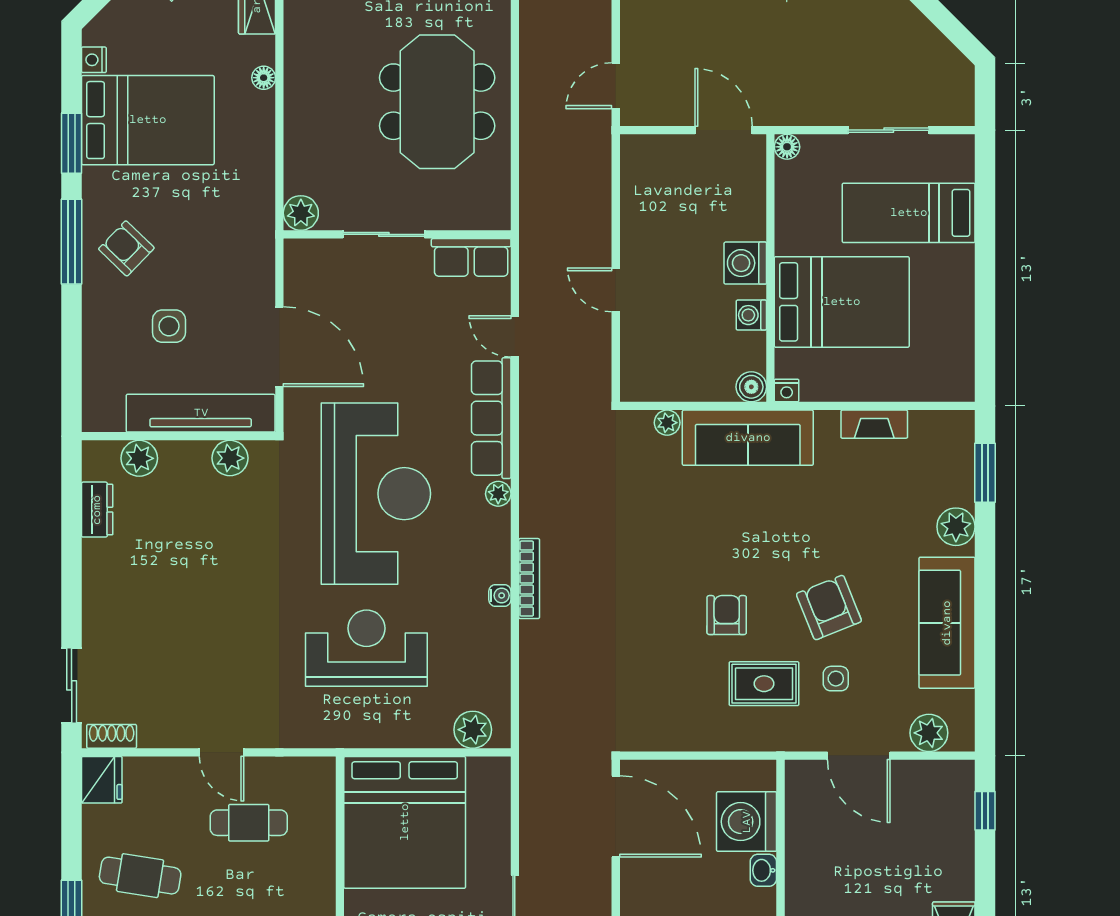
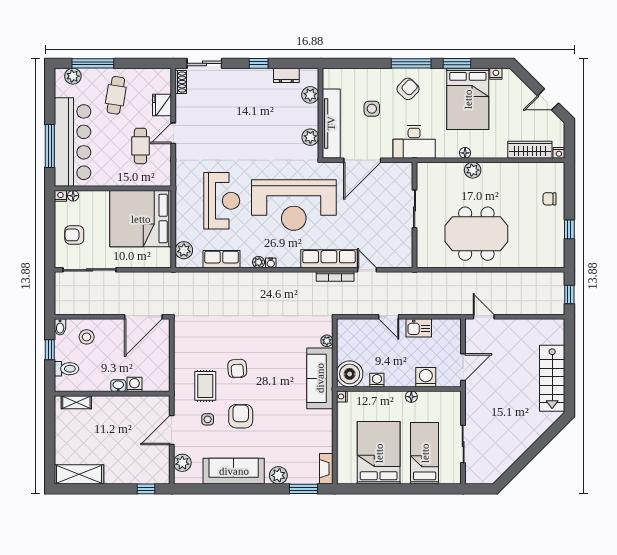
floor lamp: (264, 78) -> (465, 153), moved
floor lamp: (787, 147) -> (411, 397), moved
plant: (301, 213) -> (473, 170), moved
kitchen sink: (639, 225) -> (419, 328), added
desk: (240, 235) -> (414, 142), added
row of seats: (471, 257) -> (222, 259), moved, turned 90
washing machine: (745, 263) -> (426, 377), moved
door: (616, 290) -> (389, 317), swing flipped
bed: (842, 302) -> (379, 453), moved, turned 180
door: (515, 336) -> (367, 270), hinge flipped
boiler: (751, 387) -> (350, 374), width x1.86, depth x1.86
fireplace: (874, 424) -> (326, 469), moved
plant: (498, 494) -> (259, 262), moved
window: (72, 569) -> (259, 63), added
bookcase: (529, 579) -> (335, 277), moved
water cooler: (500, 595) -> (271, 263), moved
armchair: (829, 608) -> (241, 416), turned -68
armchair: (727, 615) -> (237, 369), turned 86
fridge: (102, 780) -> (162, 105), moved, turned 90
washing machine: (747, 822) -> (134, 384), width x0.53, depth x0.53

